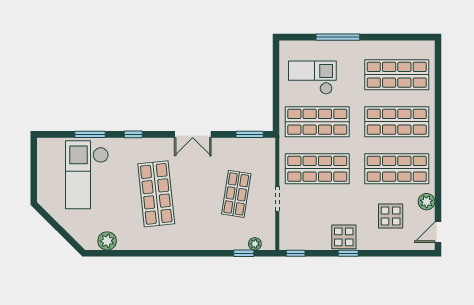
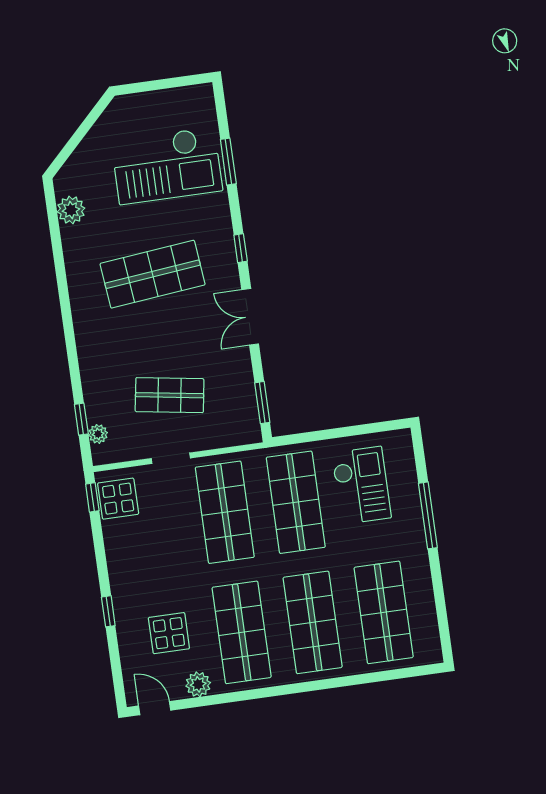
window: (133, 134) -> (241, 248), moved
checkout: (87, 175) -> (167, 166), turned 180
display table: (344, 237) -> (118, 499), moved
window: (348, 253) -> (108, 611), moved

